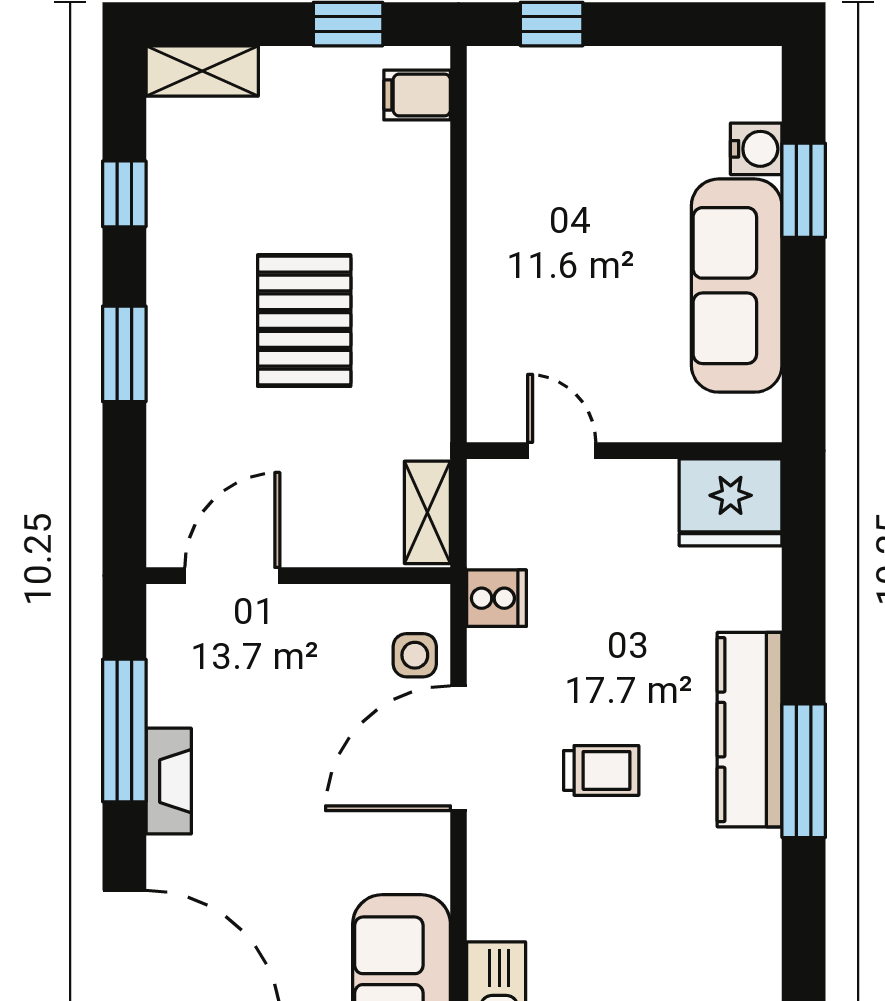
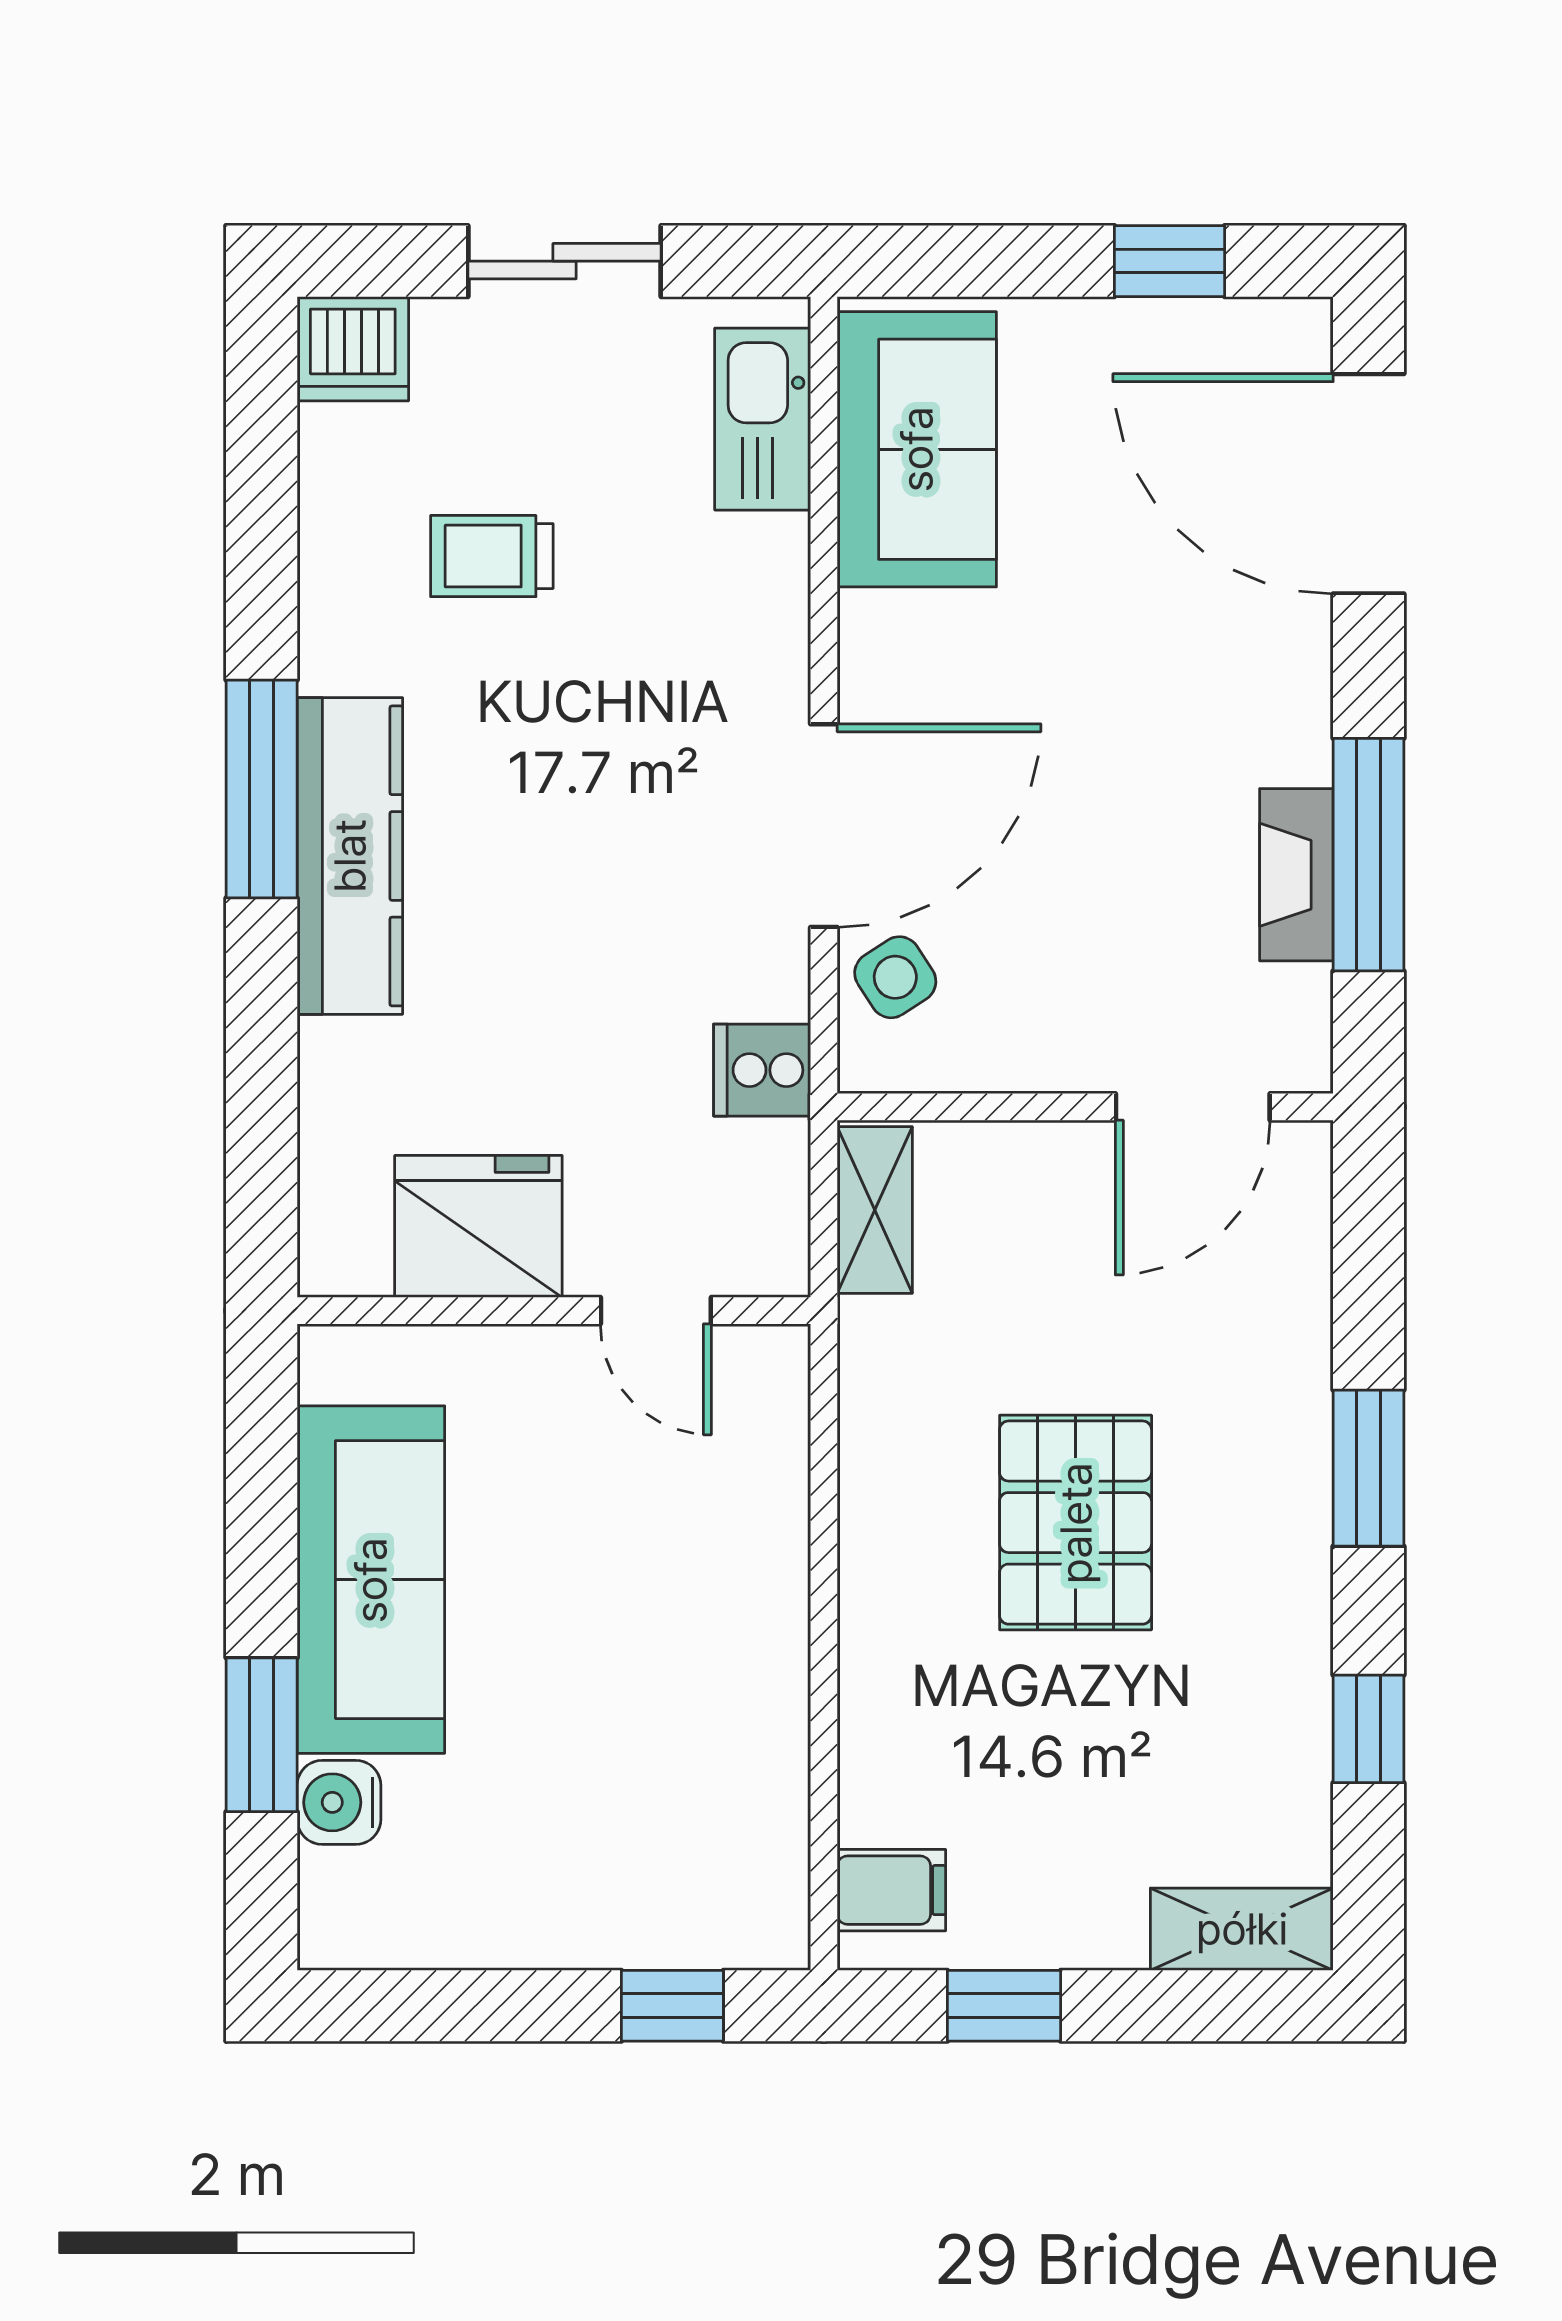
fridge: (731, 502) -> (478, 1226), moved
side table: (415, 655) -> (895, 977), turned -33
trolley: (601, 770) -> (492, 556), moved
fireplace: (169, 781) -> (1296, 875), moved

